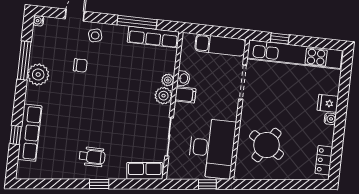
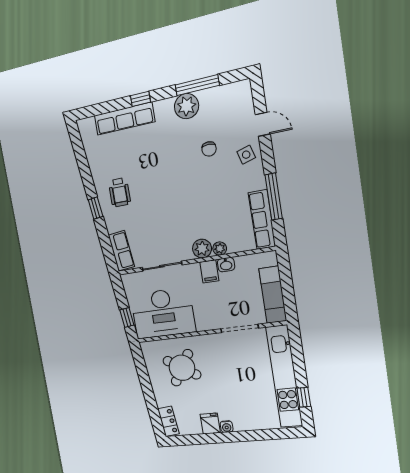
water cooler: (38, 21) -> (245, 85), removed
window: (280, 38) -> (304, 397), moved
fridge: (328, 103) -> (210, 424), moved
window: (16, 135) -> (141, 99), moved
locker: (324, 160) -> (168, 421), moved, turned 84

